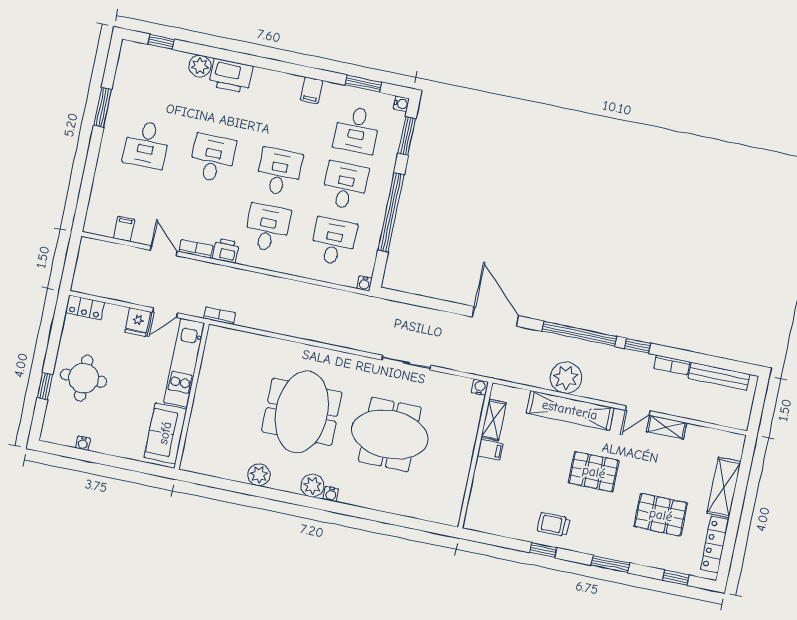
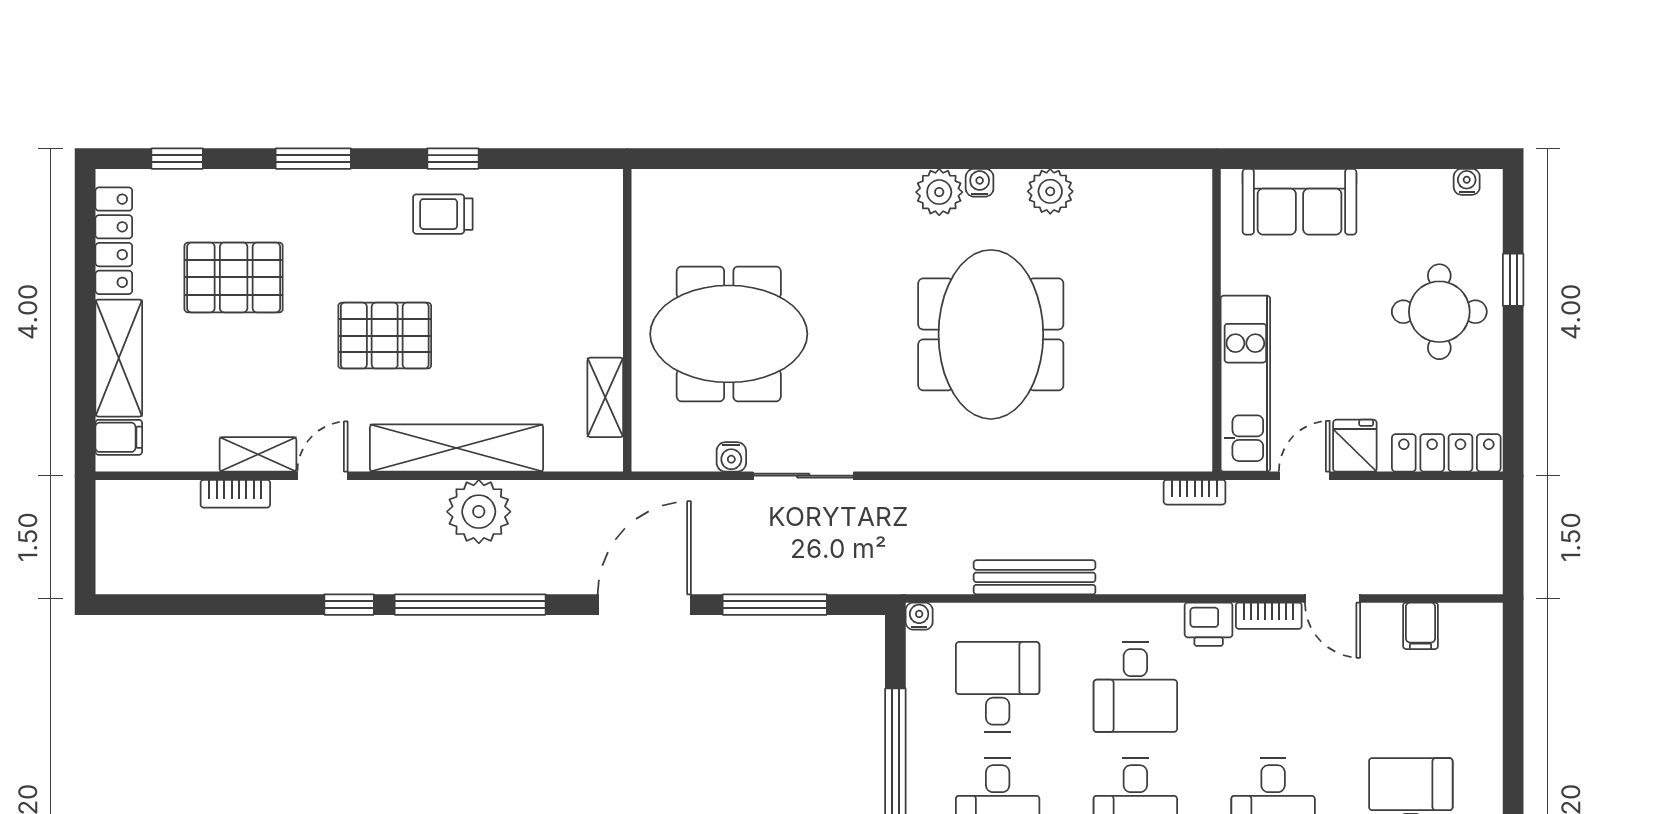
desk: (334, 242) -> (998, 687), turned 180
window: (433, 303) -> (775, 605), added
locker: (85, 308) -> (1446, 453), width x1.53
door: (496, 316) -> (644, 605), swing flipped
bookcase: (672, 365) -> (235, 494), moved, turned 180
bench: (719, 376) -> (1035, 577), moved
water cooler: (480, 387) -> (731, 457), moved
sofa: (165, 433) -> (1299, 202), moved, turned 90
meeting table: (390, 434) -> (729, 334), moved
water cooler: (83, 443) -> (1467, 182), moved
filing cabinet: (490, 450) -> (119, 437), moved, turned 180
water cooler: (331, 494) -> (980, 183), moved
trolley: (554, 524) -> (443, 214), turned 180

